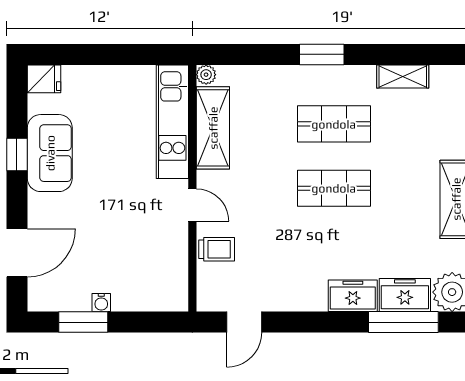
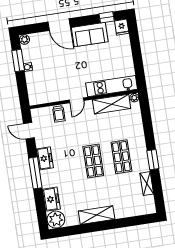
window: (322, 54) -> (153, 160), moved
window: (17, 154) -> (107, 17), moved
door: (17, 253) -> (59, 25), moved
freezer: (353, 296) -> (45, 158), moved
plant: (38, 301) -> (24, 39), added
window: (403, 322) -> (35, 173), moved

